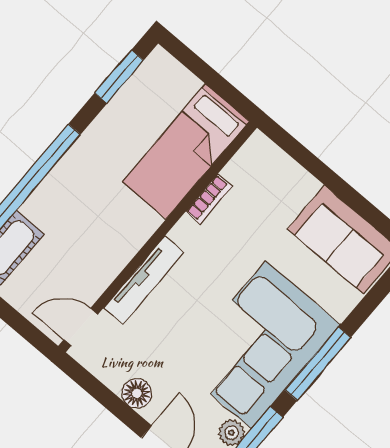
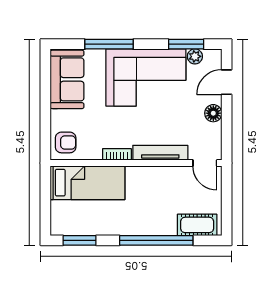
armchair: (263, 167) -> (66, 142), added
bookcase: (209, 199) -> (117, 154), moved
window: (318, 364) -> (109, 44), moved

